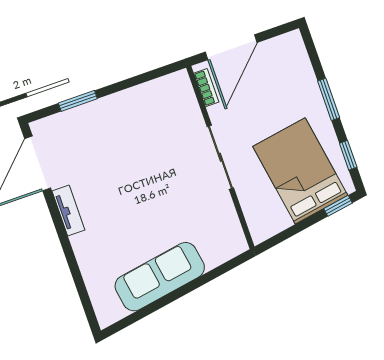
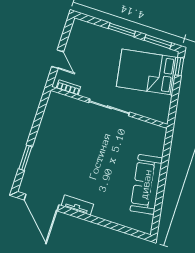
door: (231, 47) -> (58, 59), width x0.53
window: (348, 155) -> (158, 42), width x1.50

